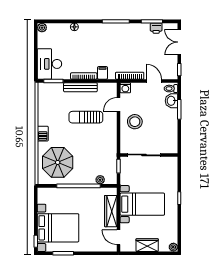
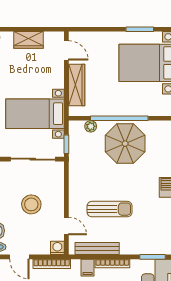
bench: (80, 87) -> (97, 249), moved
door: (119, 104) -> (66, 226), hinge flipped
stool: (135, 122) -> (31, 204), moved
parasol: (58, 162) -> (125, 144), moved
bed with nightstands: (142, 204) -> (35, 114), moved

